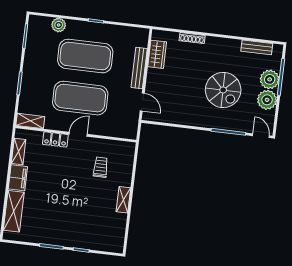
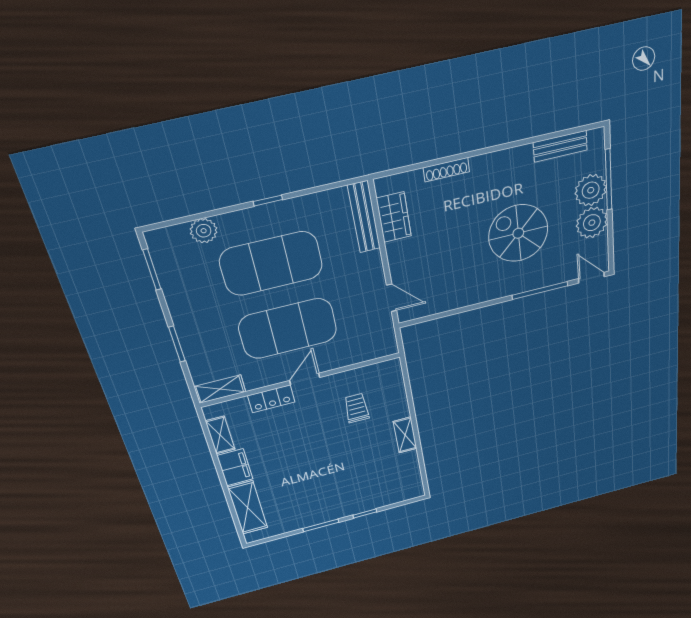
bench: (139, 68) -> (364, 217), moved
spiral stairs: (223, 90) -> (518, 233), turned 180

